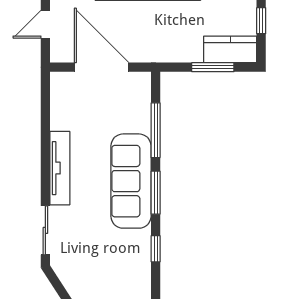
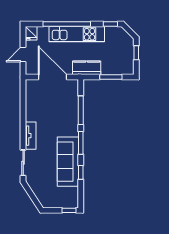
kitchen counter: (230, 49) -> (87, 68), moved
tv unit: (60, 168) -> (31, 136), width x0.71
sofa: (131, 181) -> (68, 162), moved

